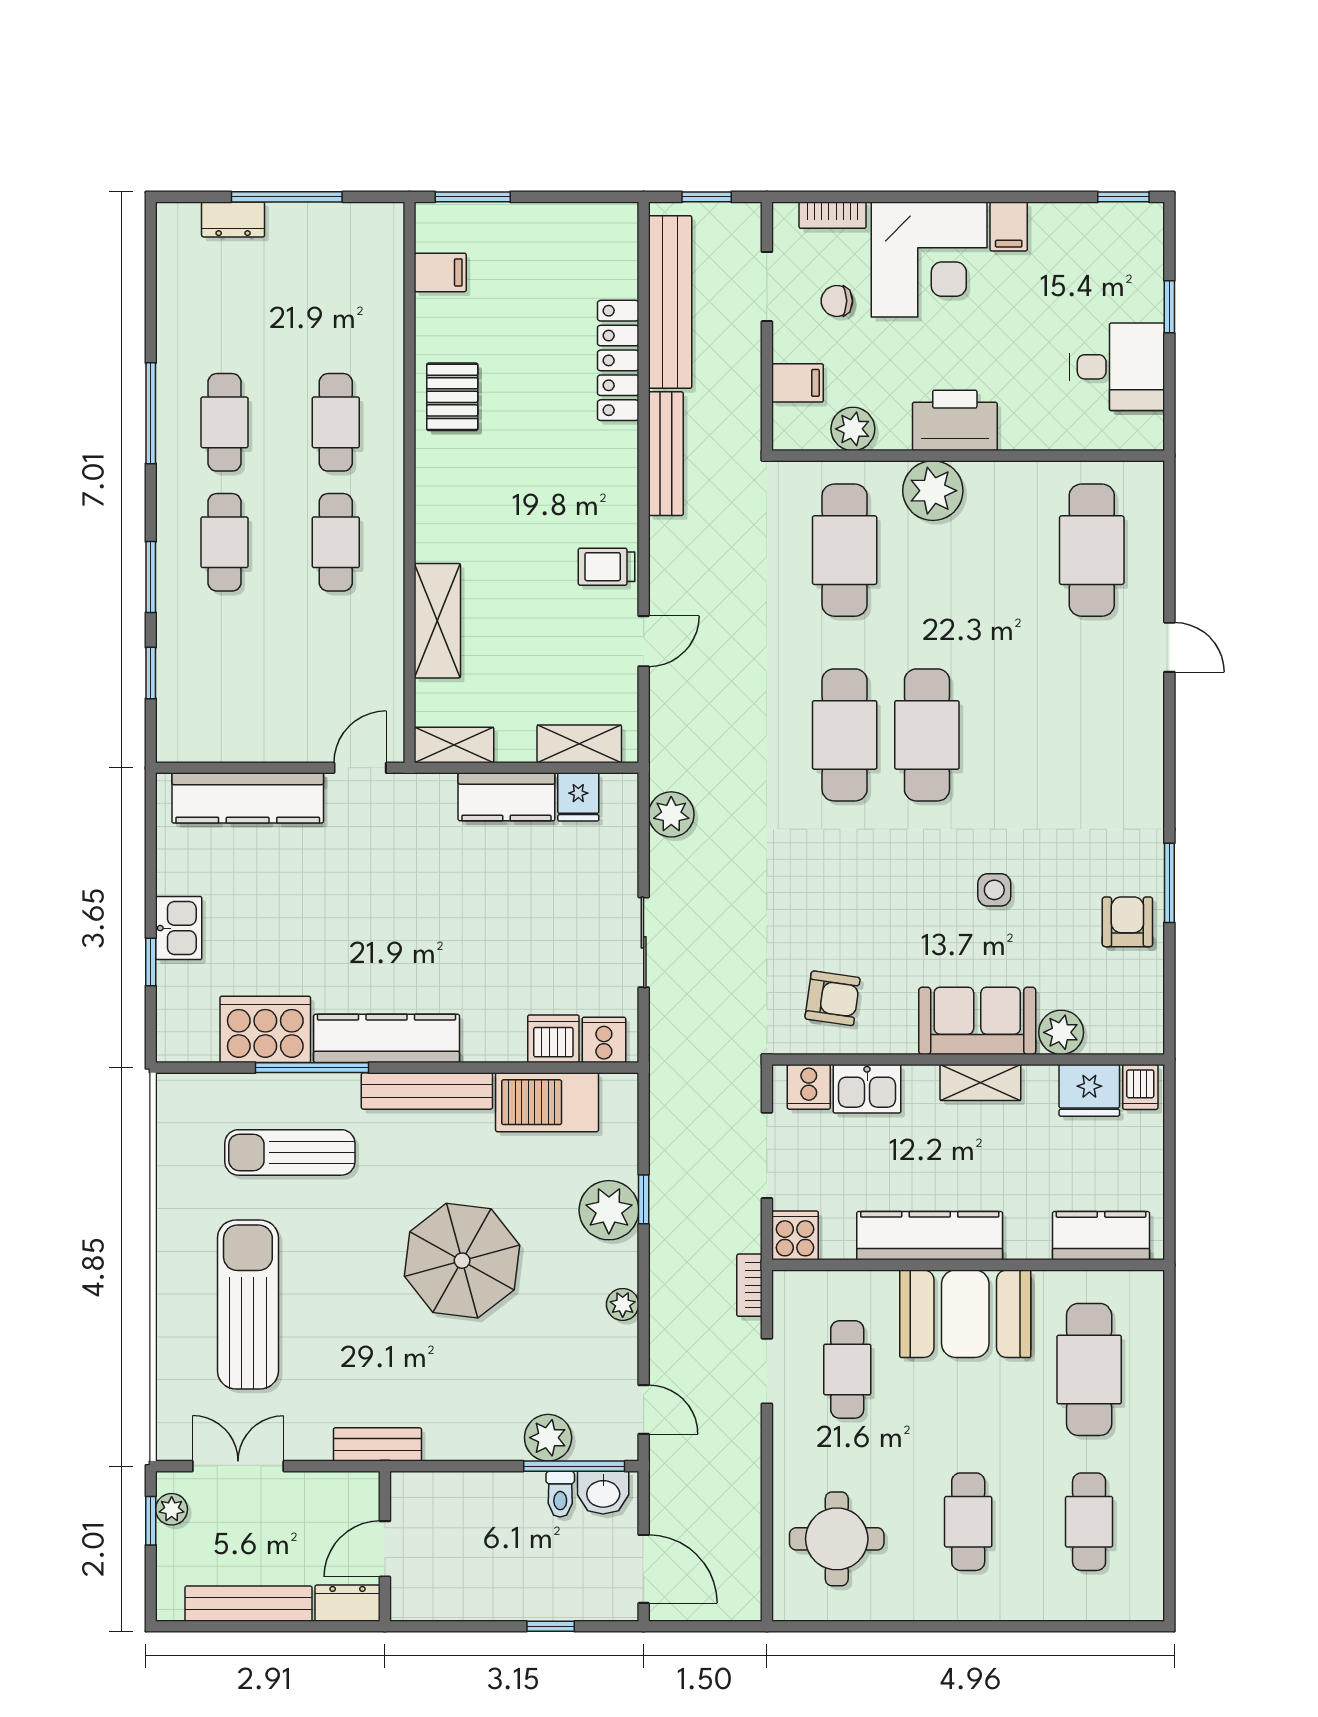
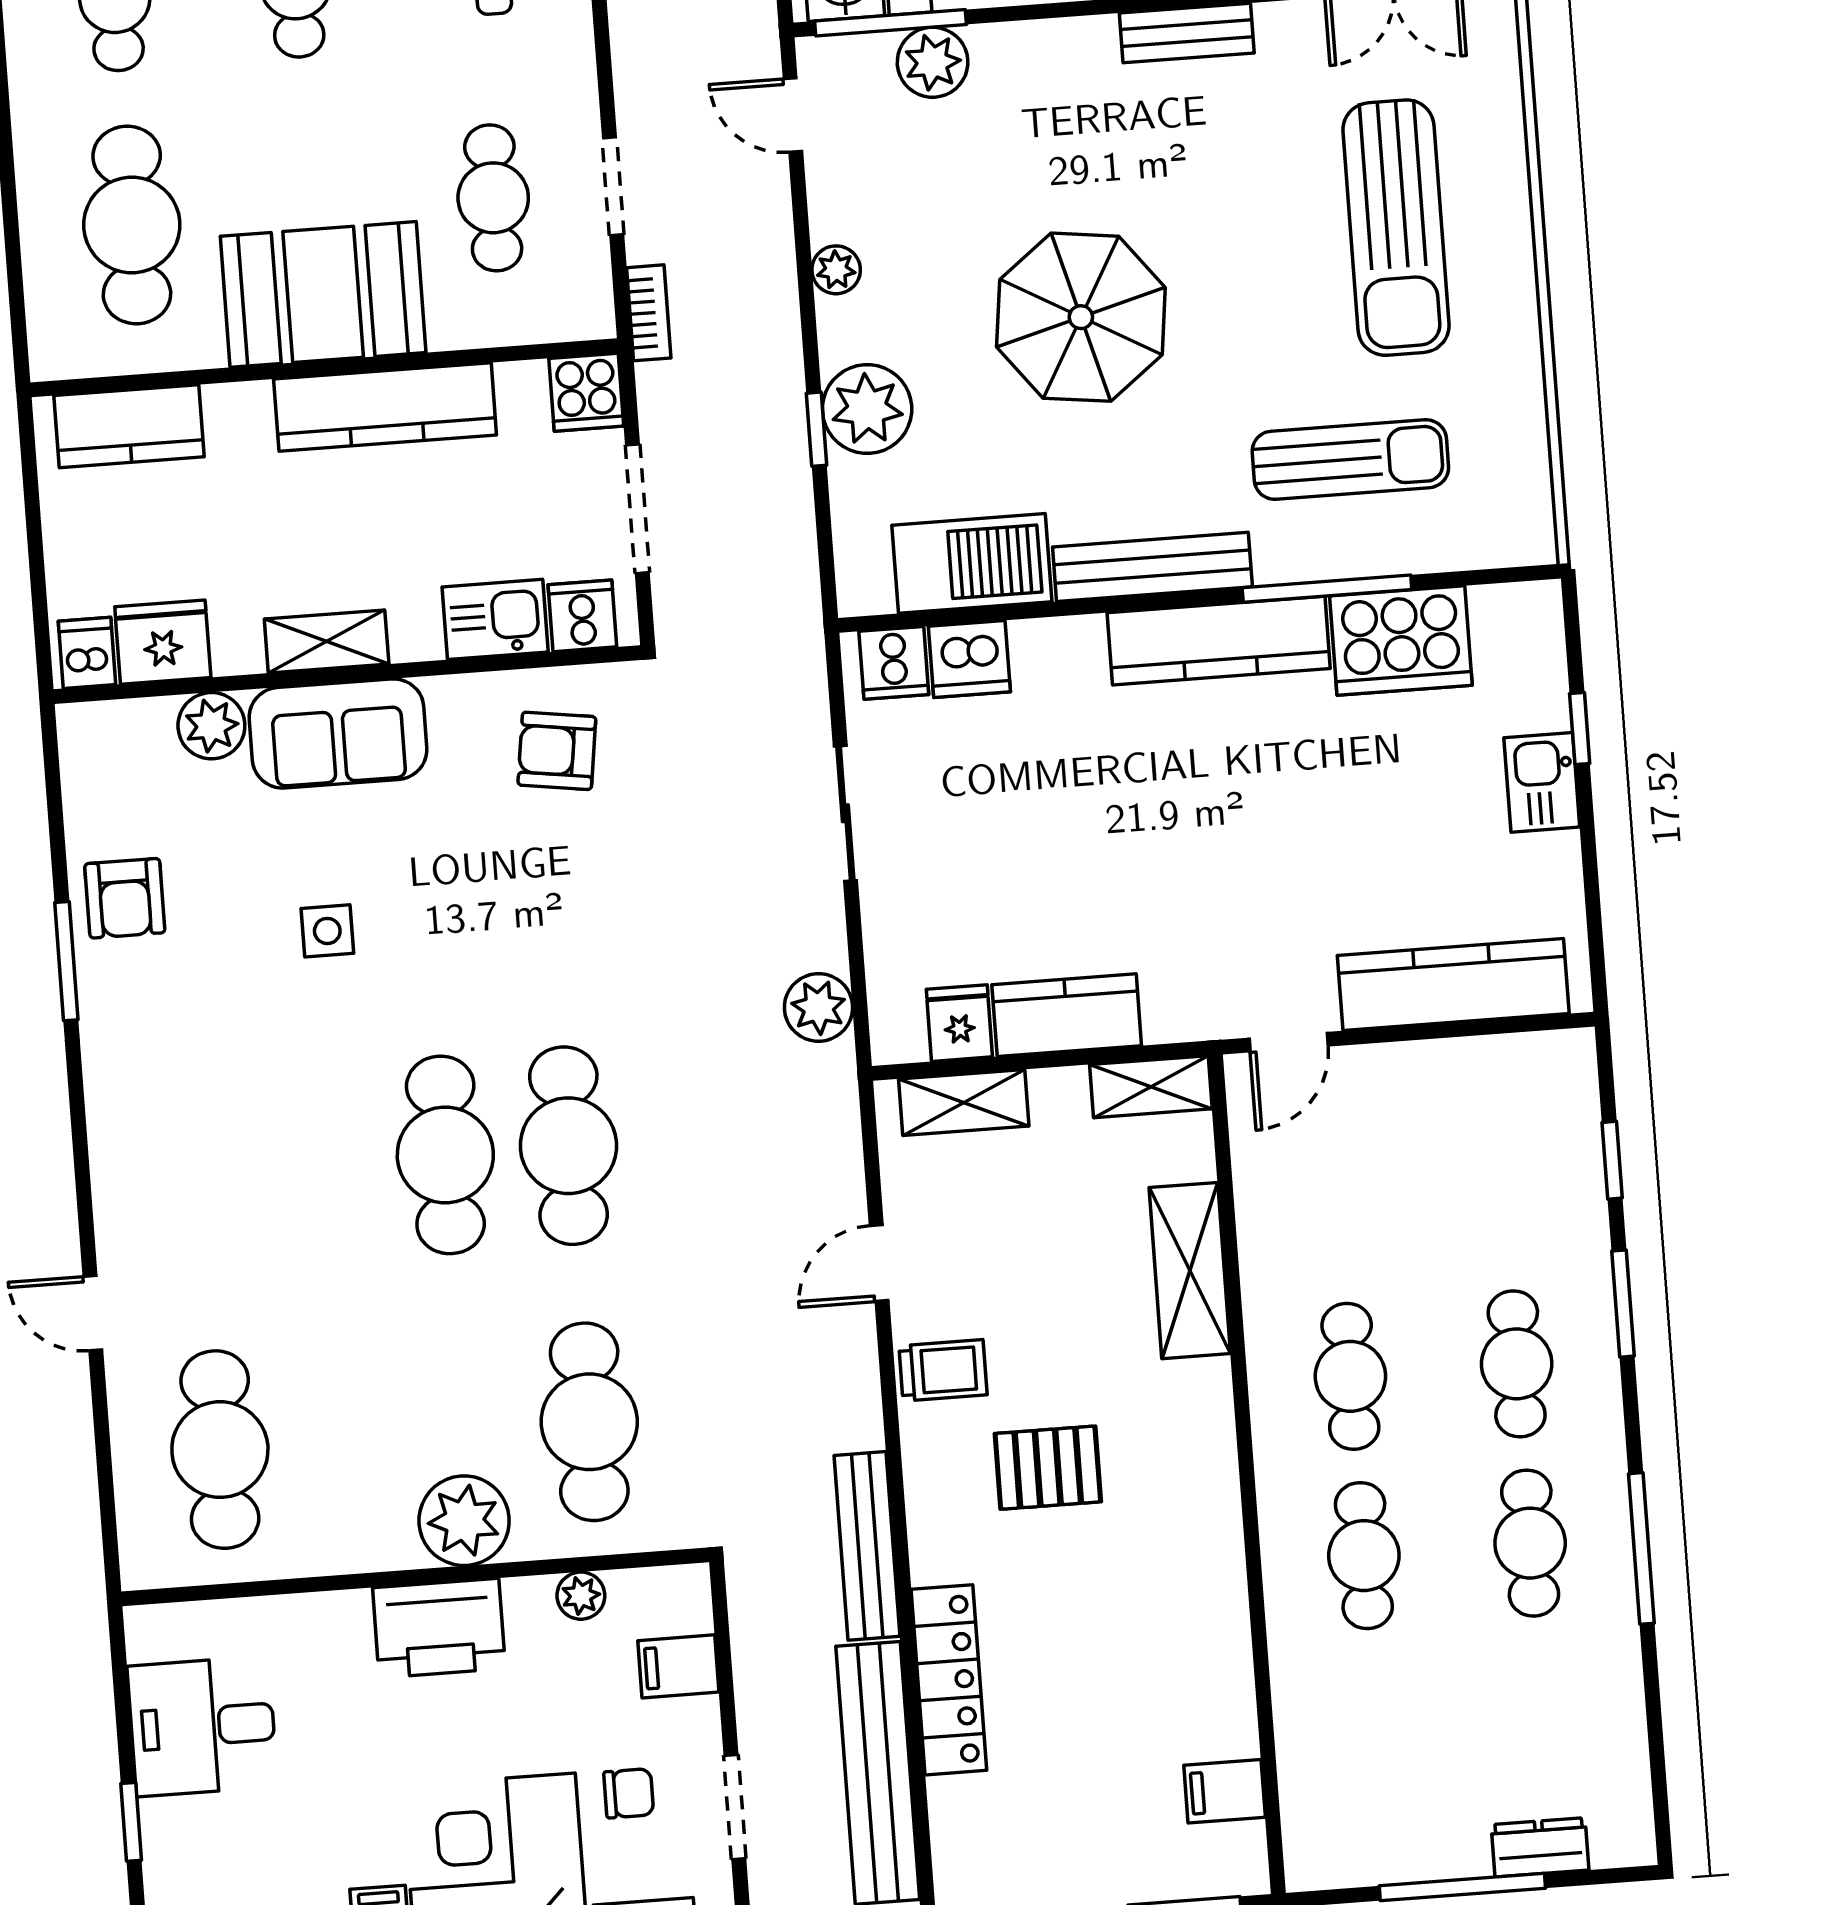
pallet: (452, 397) -> (1048, 1468), moved, turned 90
plant: (853, 429) -> (581, 1596), width x0.73, depth x0.73

